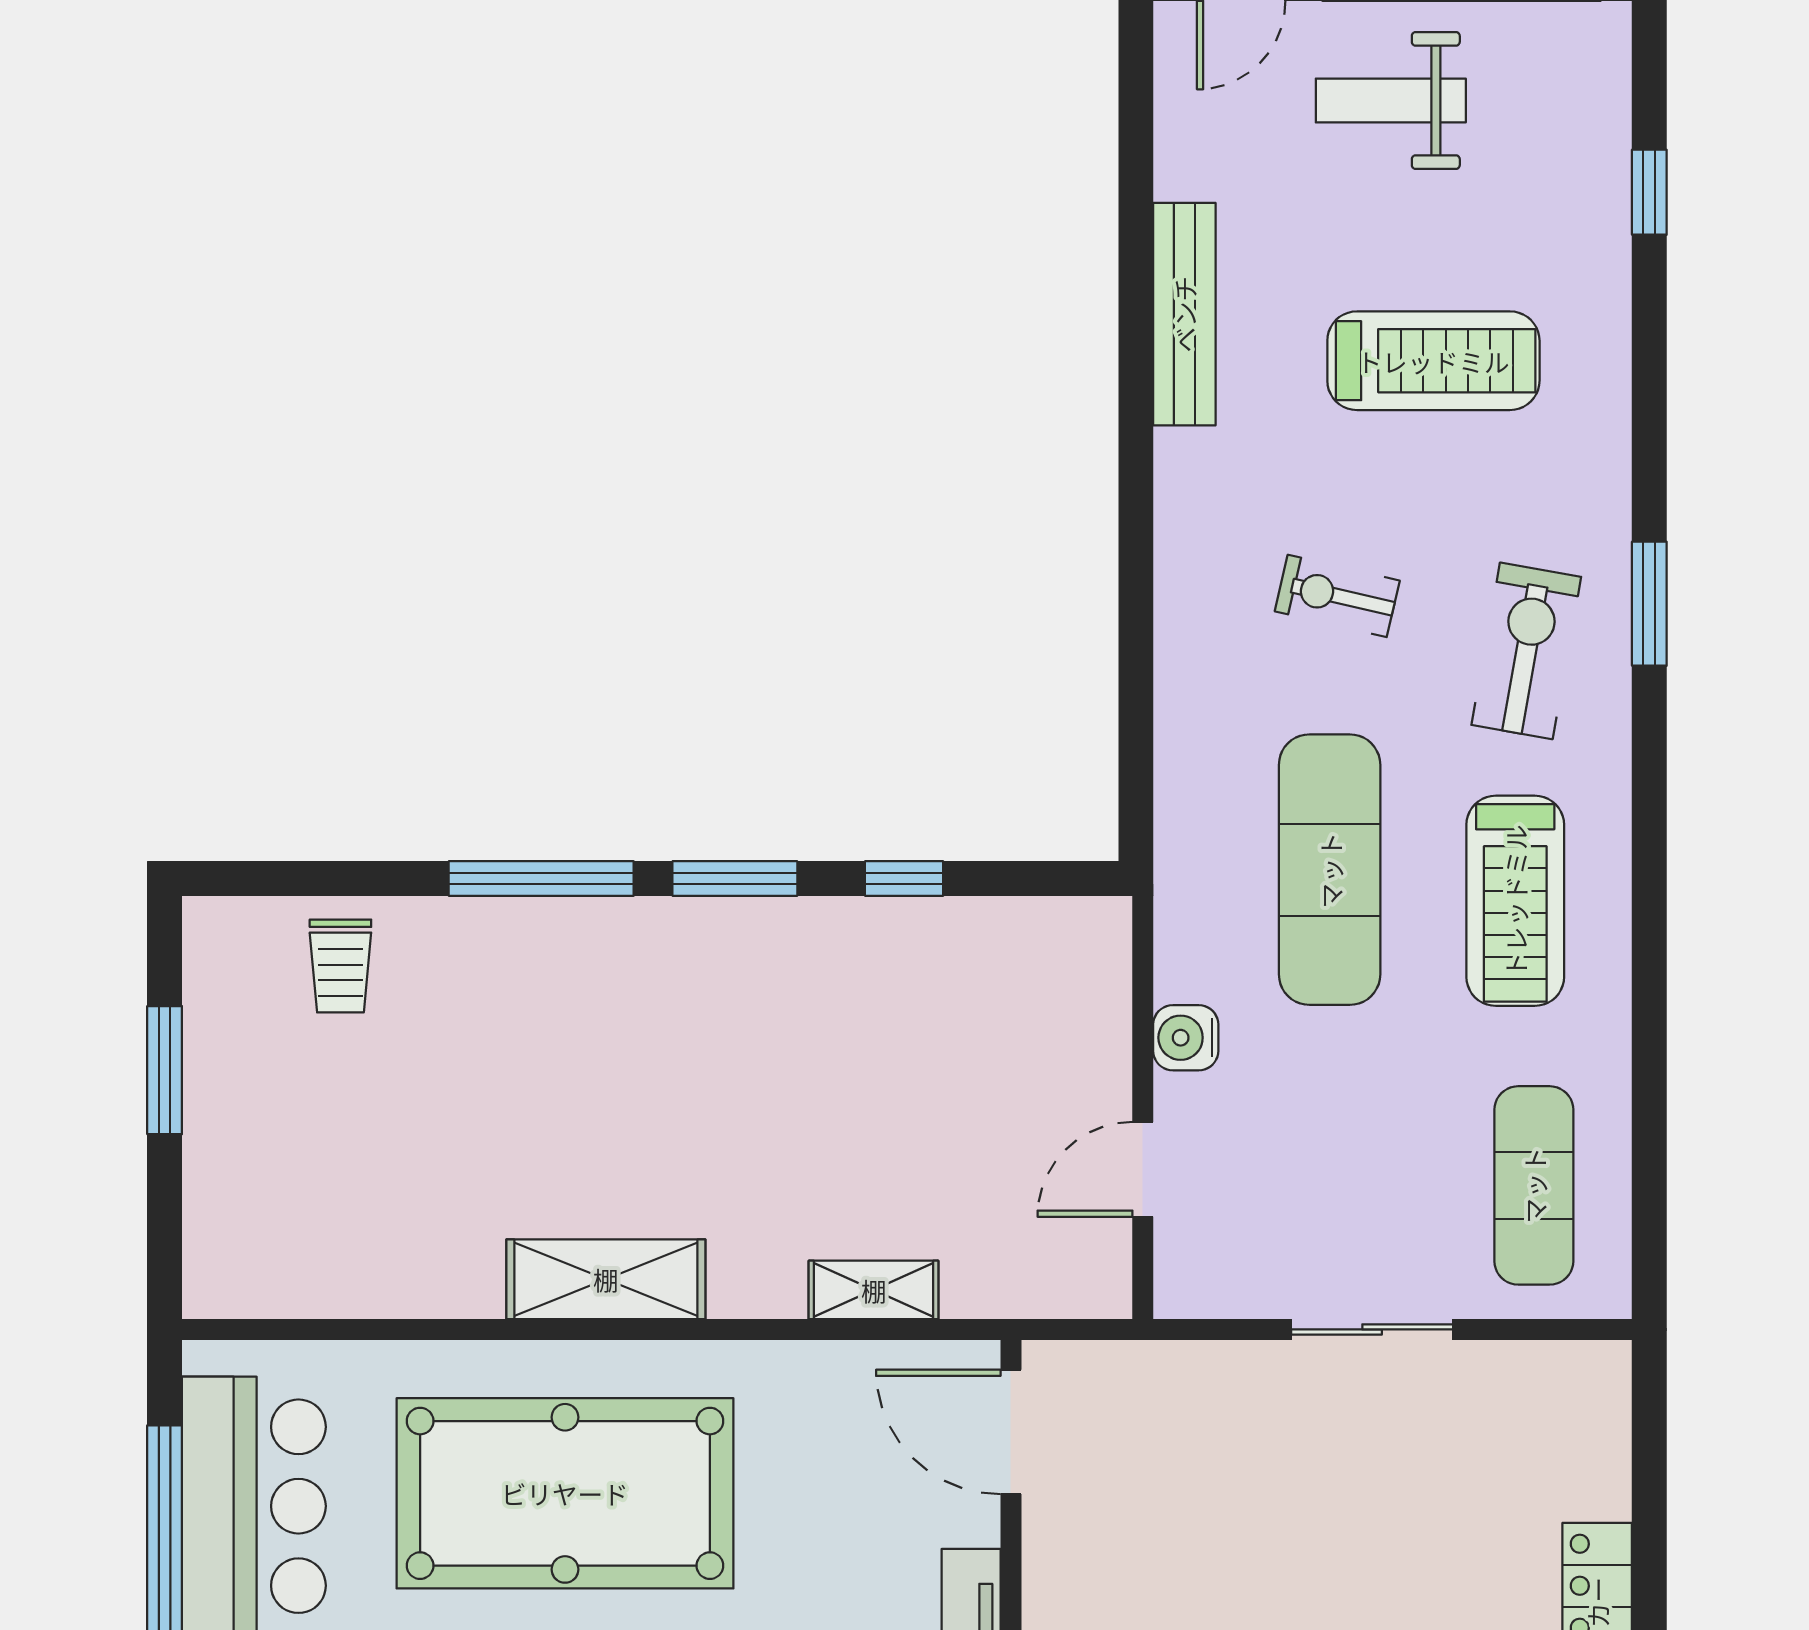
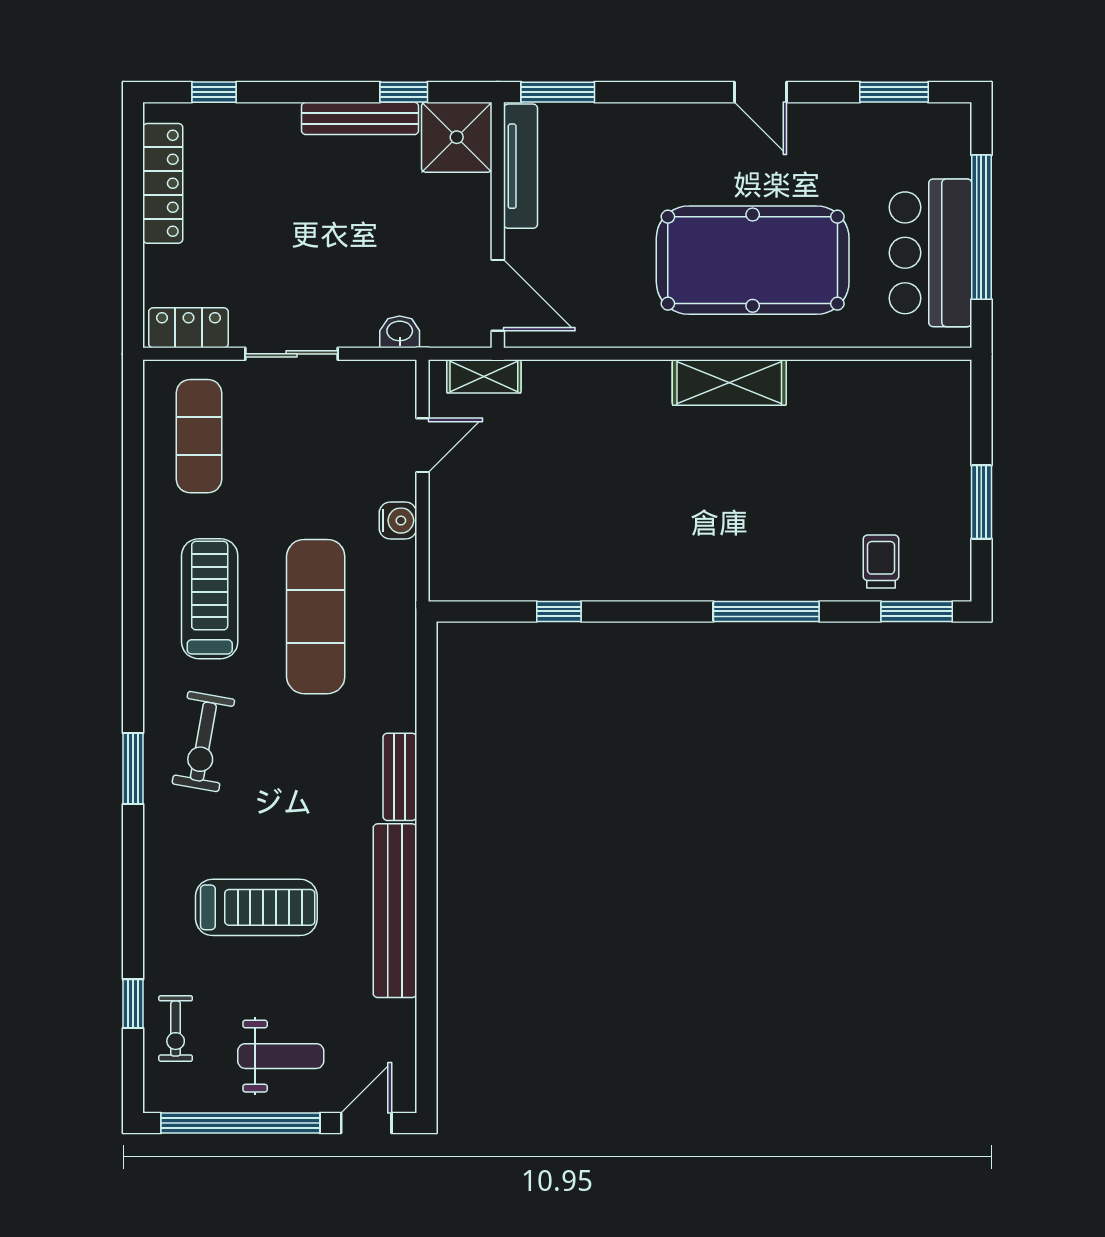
bench: (1184, 314) -> (395, 911), width x1.37, depth x1.21
treadmill: (1433, 361) -> (256, 907), turned 180
bench: (1182, 589) -> (400, 777), added
exercise bike: (1337, 596) -> (176, 1029), moved, turned 77
window: (735, 879) -> (917, 611), moved
shelving: (874, 1290) -> (484, 376), moved
washbasin: (1183, 1368) -> (400, 332), added
locker: (1552, 1375) -> (188, 328), added

